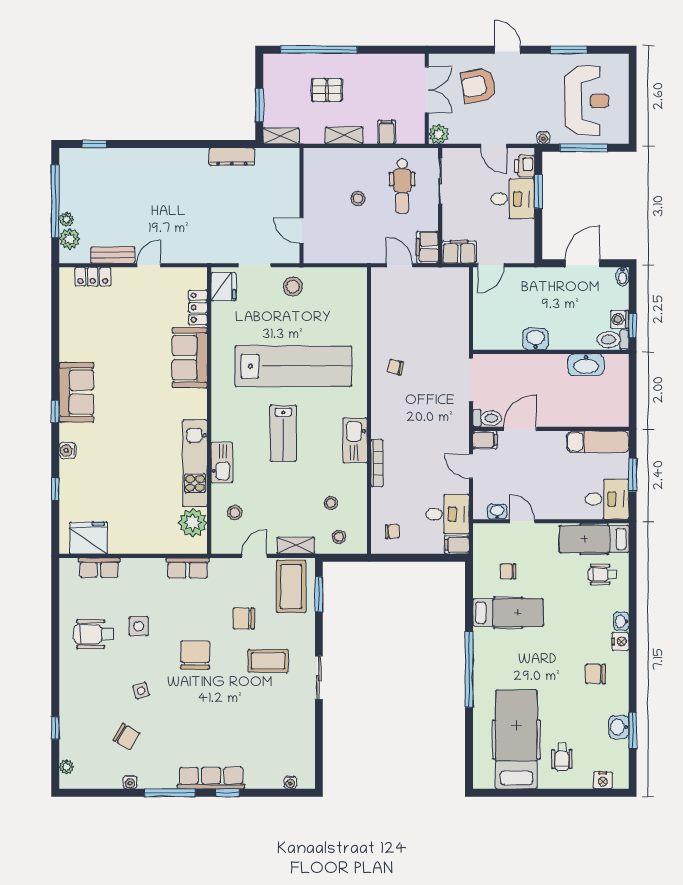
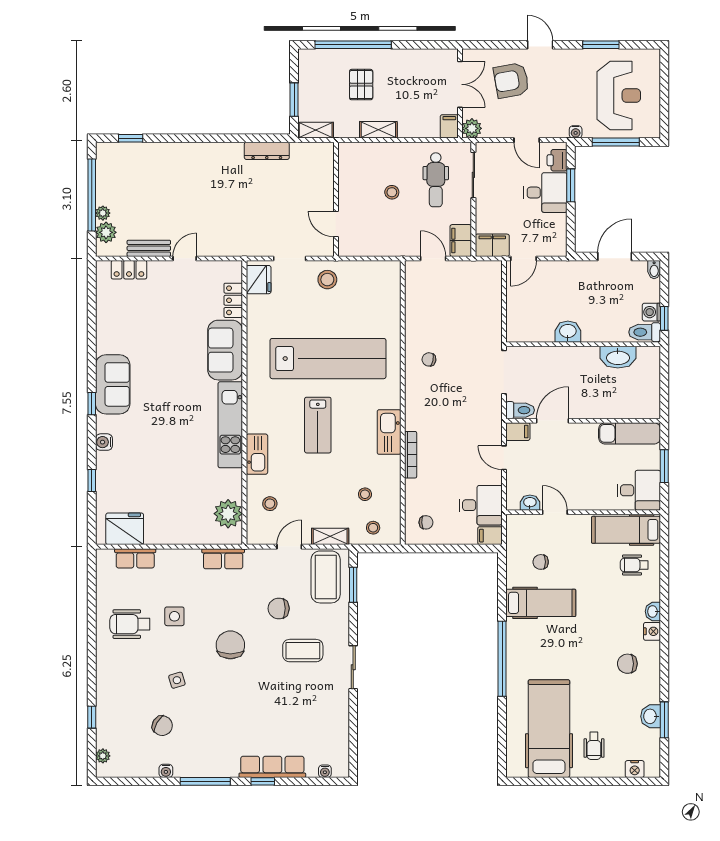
pallet: (327, 90) -> (361, 85), turned 90
filing cabinet: (387, 132) -> (449, 126), moved
kitchen unit: (195, 463) -> (230, 425), moved
row of seats: (211, 778) -> (272, 767), moved

